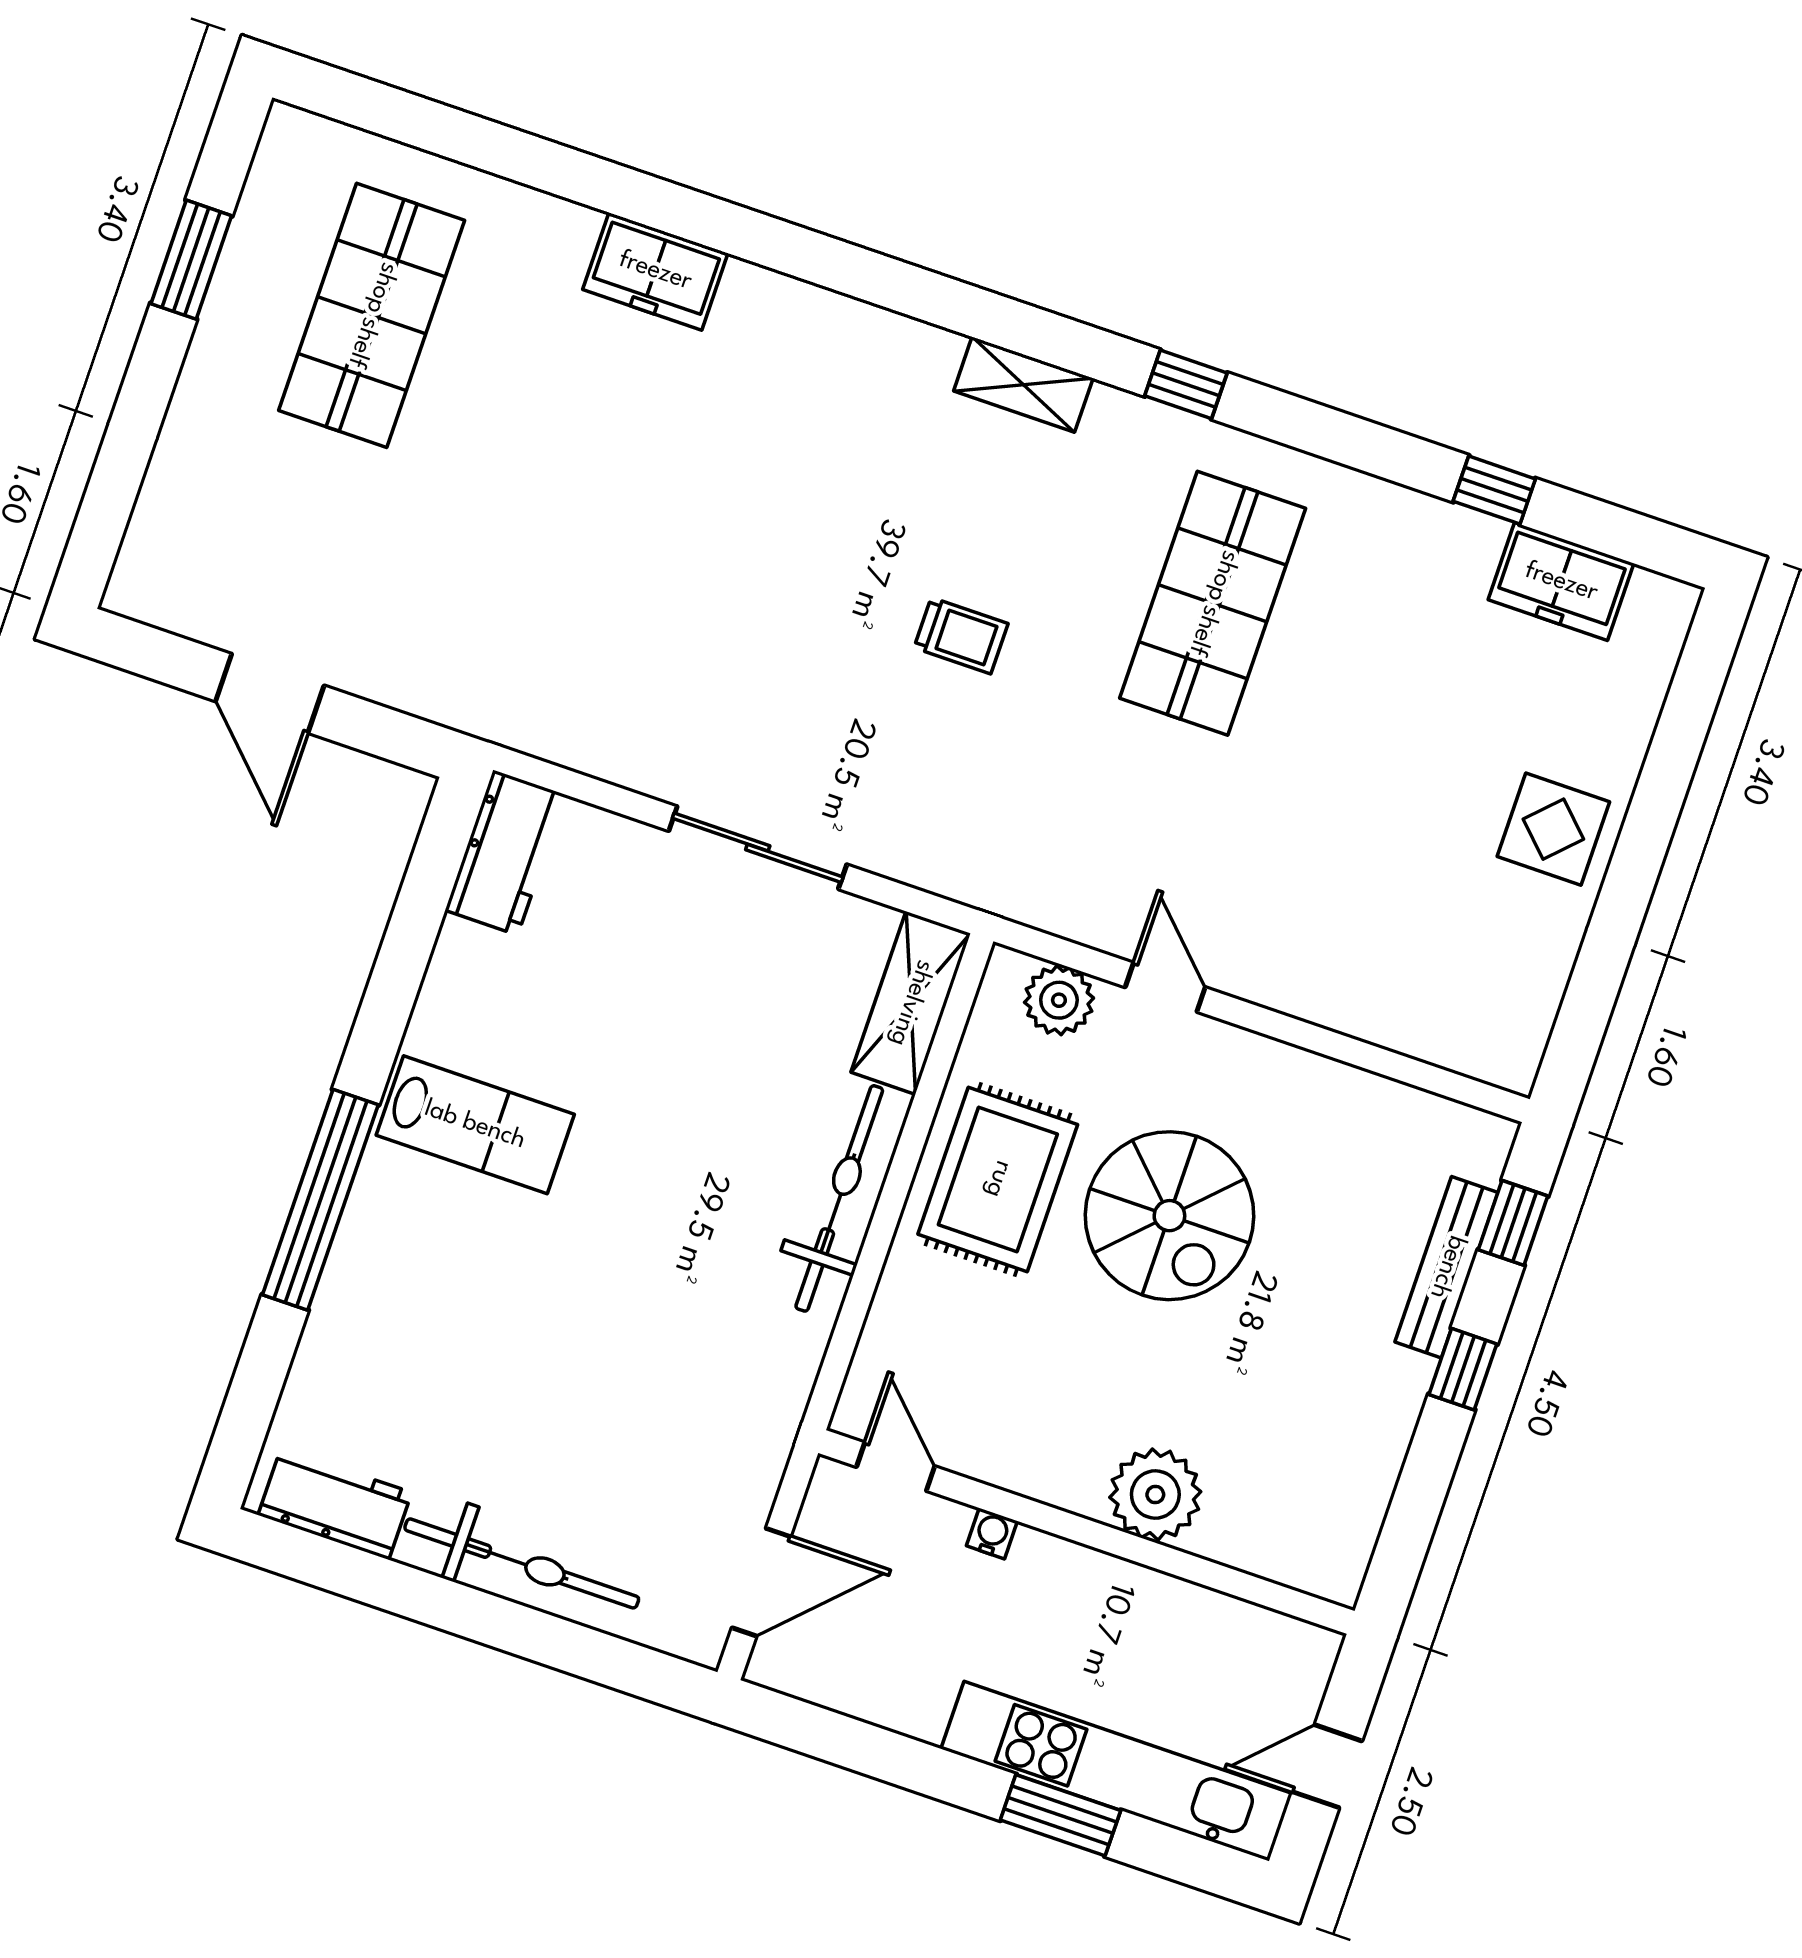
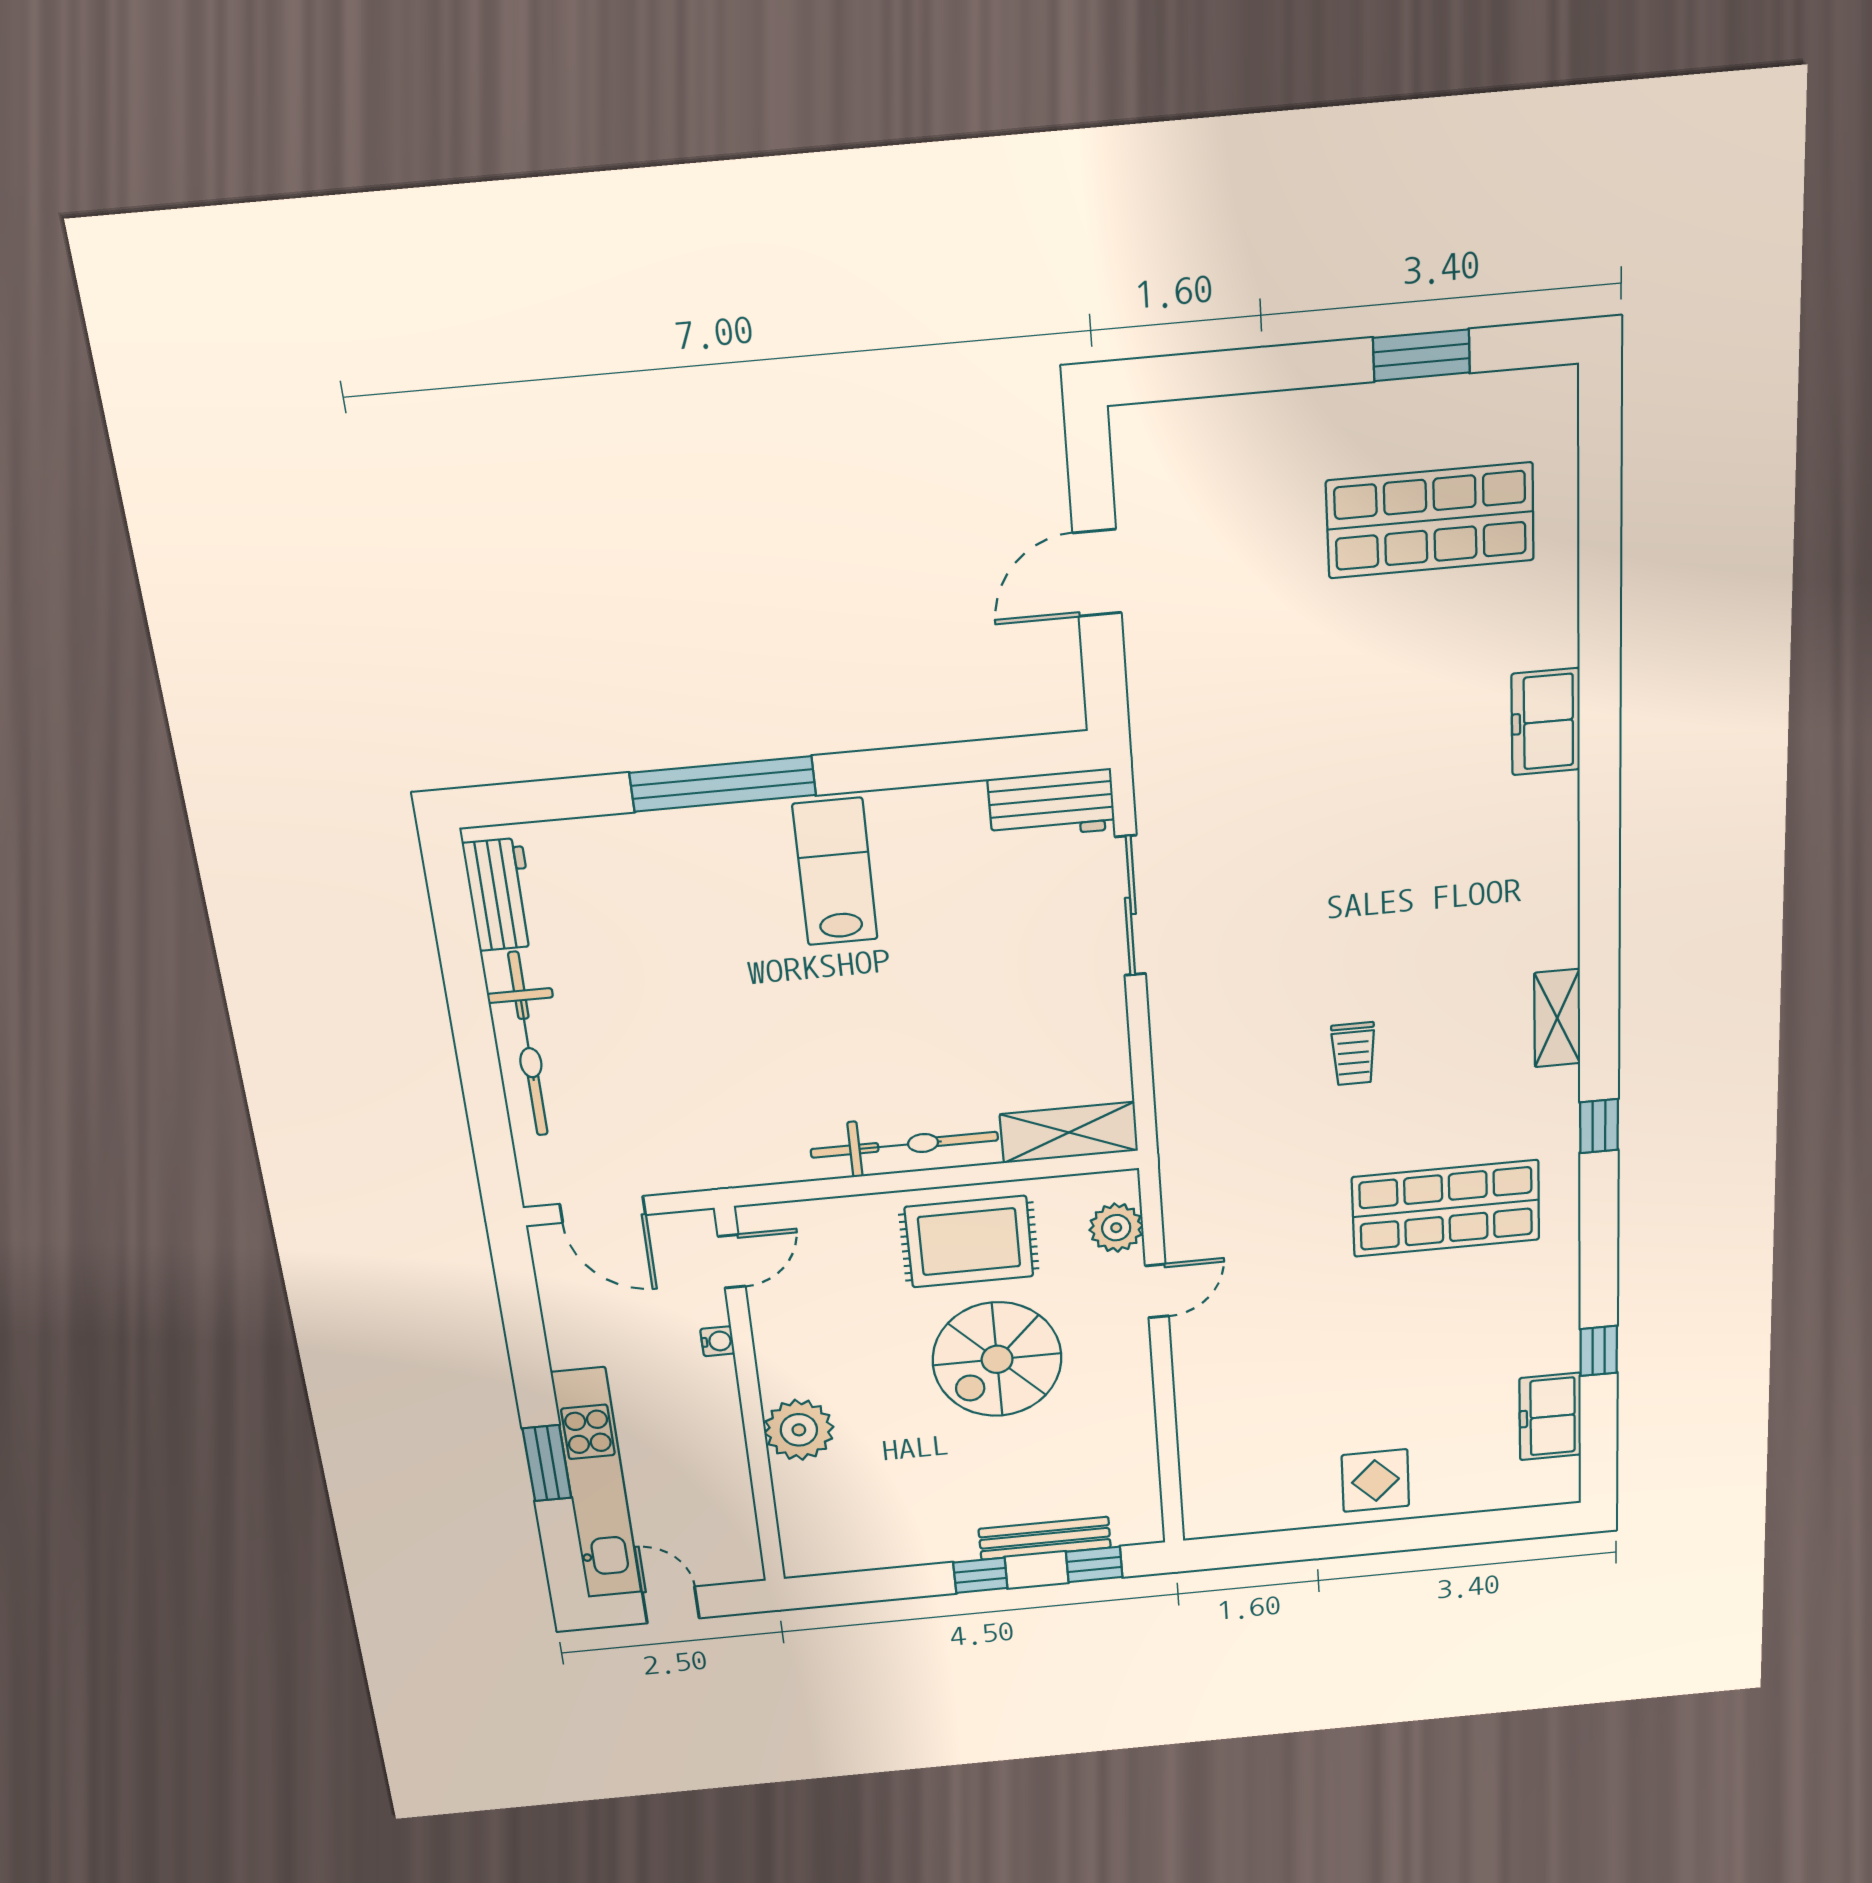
sliding door: (758, 848) -> (1130, 906), moved
lab bench: (475, 1125) -> (835, 872), turned 180

